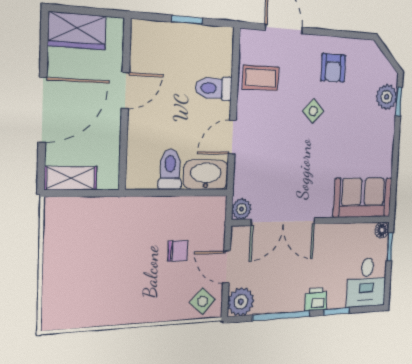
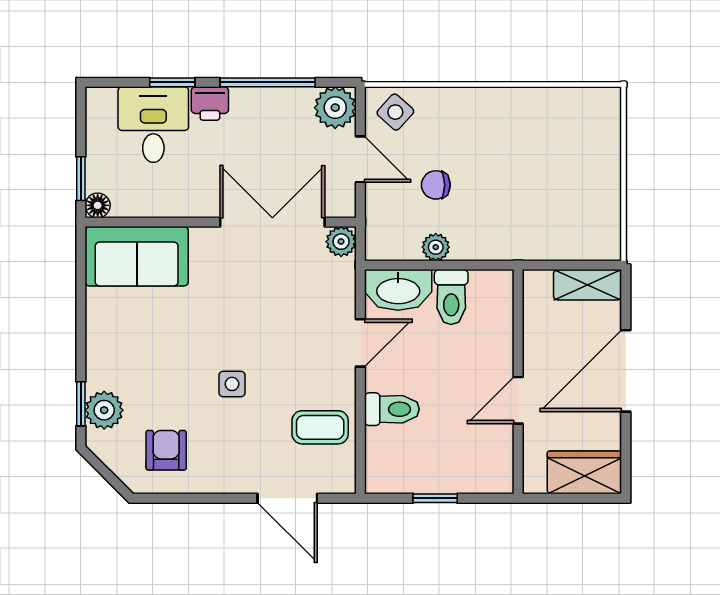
armchair: (333, 68) -> (166, 450), moved
side table: (313, 111) -> (232, 384), turned 45
plant: (179, 206) -> (436, 247), added
desk: (367, 282) -> (153, 125), moved

